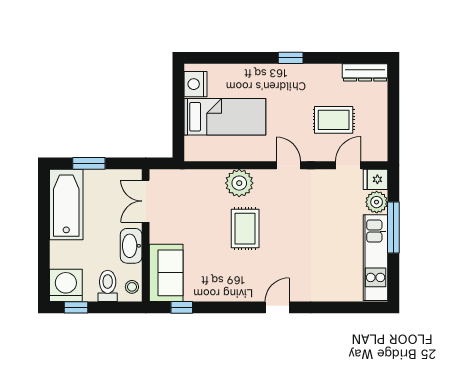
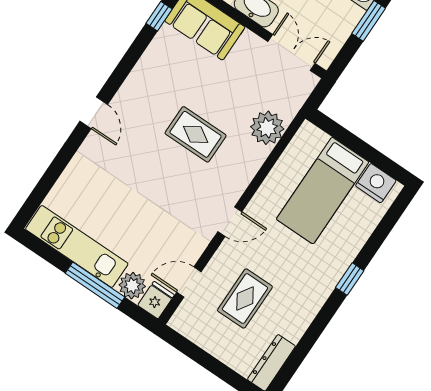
window: (291, 58) -> (350, 279), moved
door: (348, 165) -> (189, 282), swing flipped
plant: (239, 183) -> (267, 128), moved

